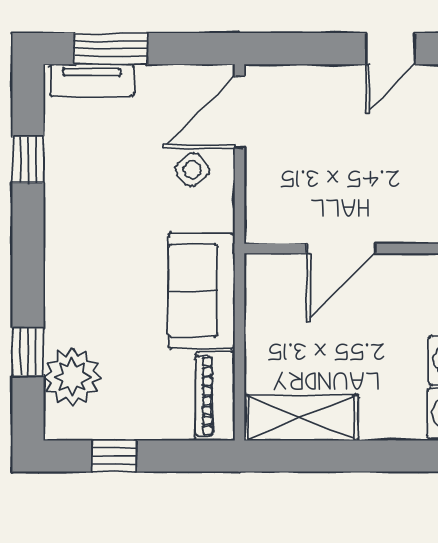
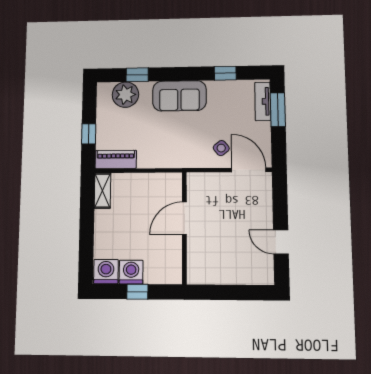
door: (341, 248) -> (184, 218), hinge flipped
sofa: (201, 291) -> (179, 96), moved, turned 180
shelving: (301, 418) -> (103, 191), width x0.67, depth x0.75
window: (114, 456) -> (89, 134), moved

